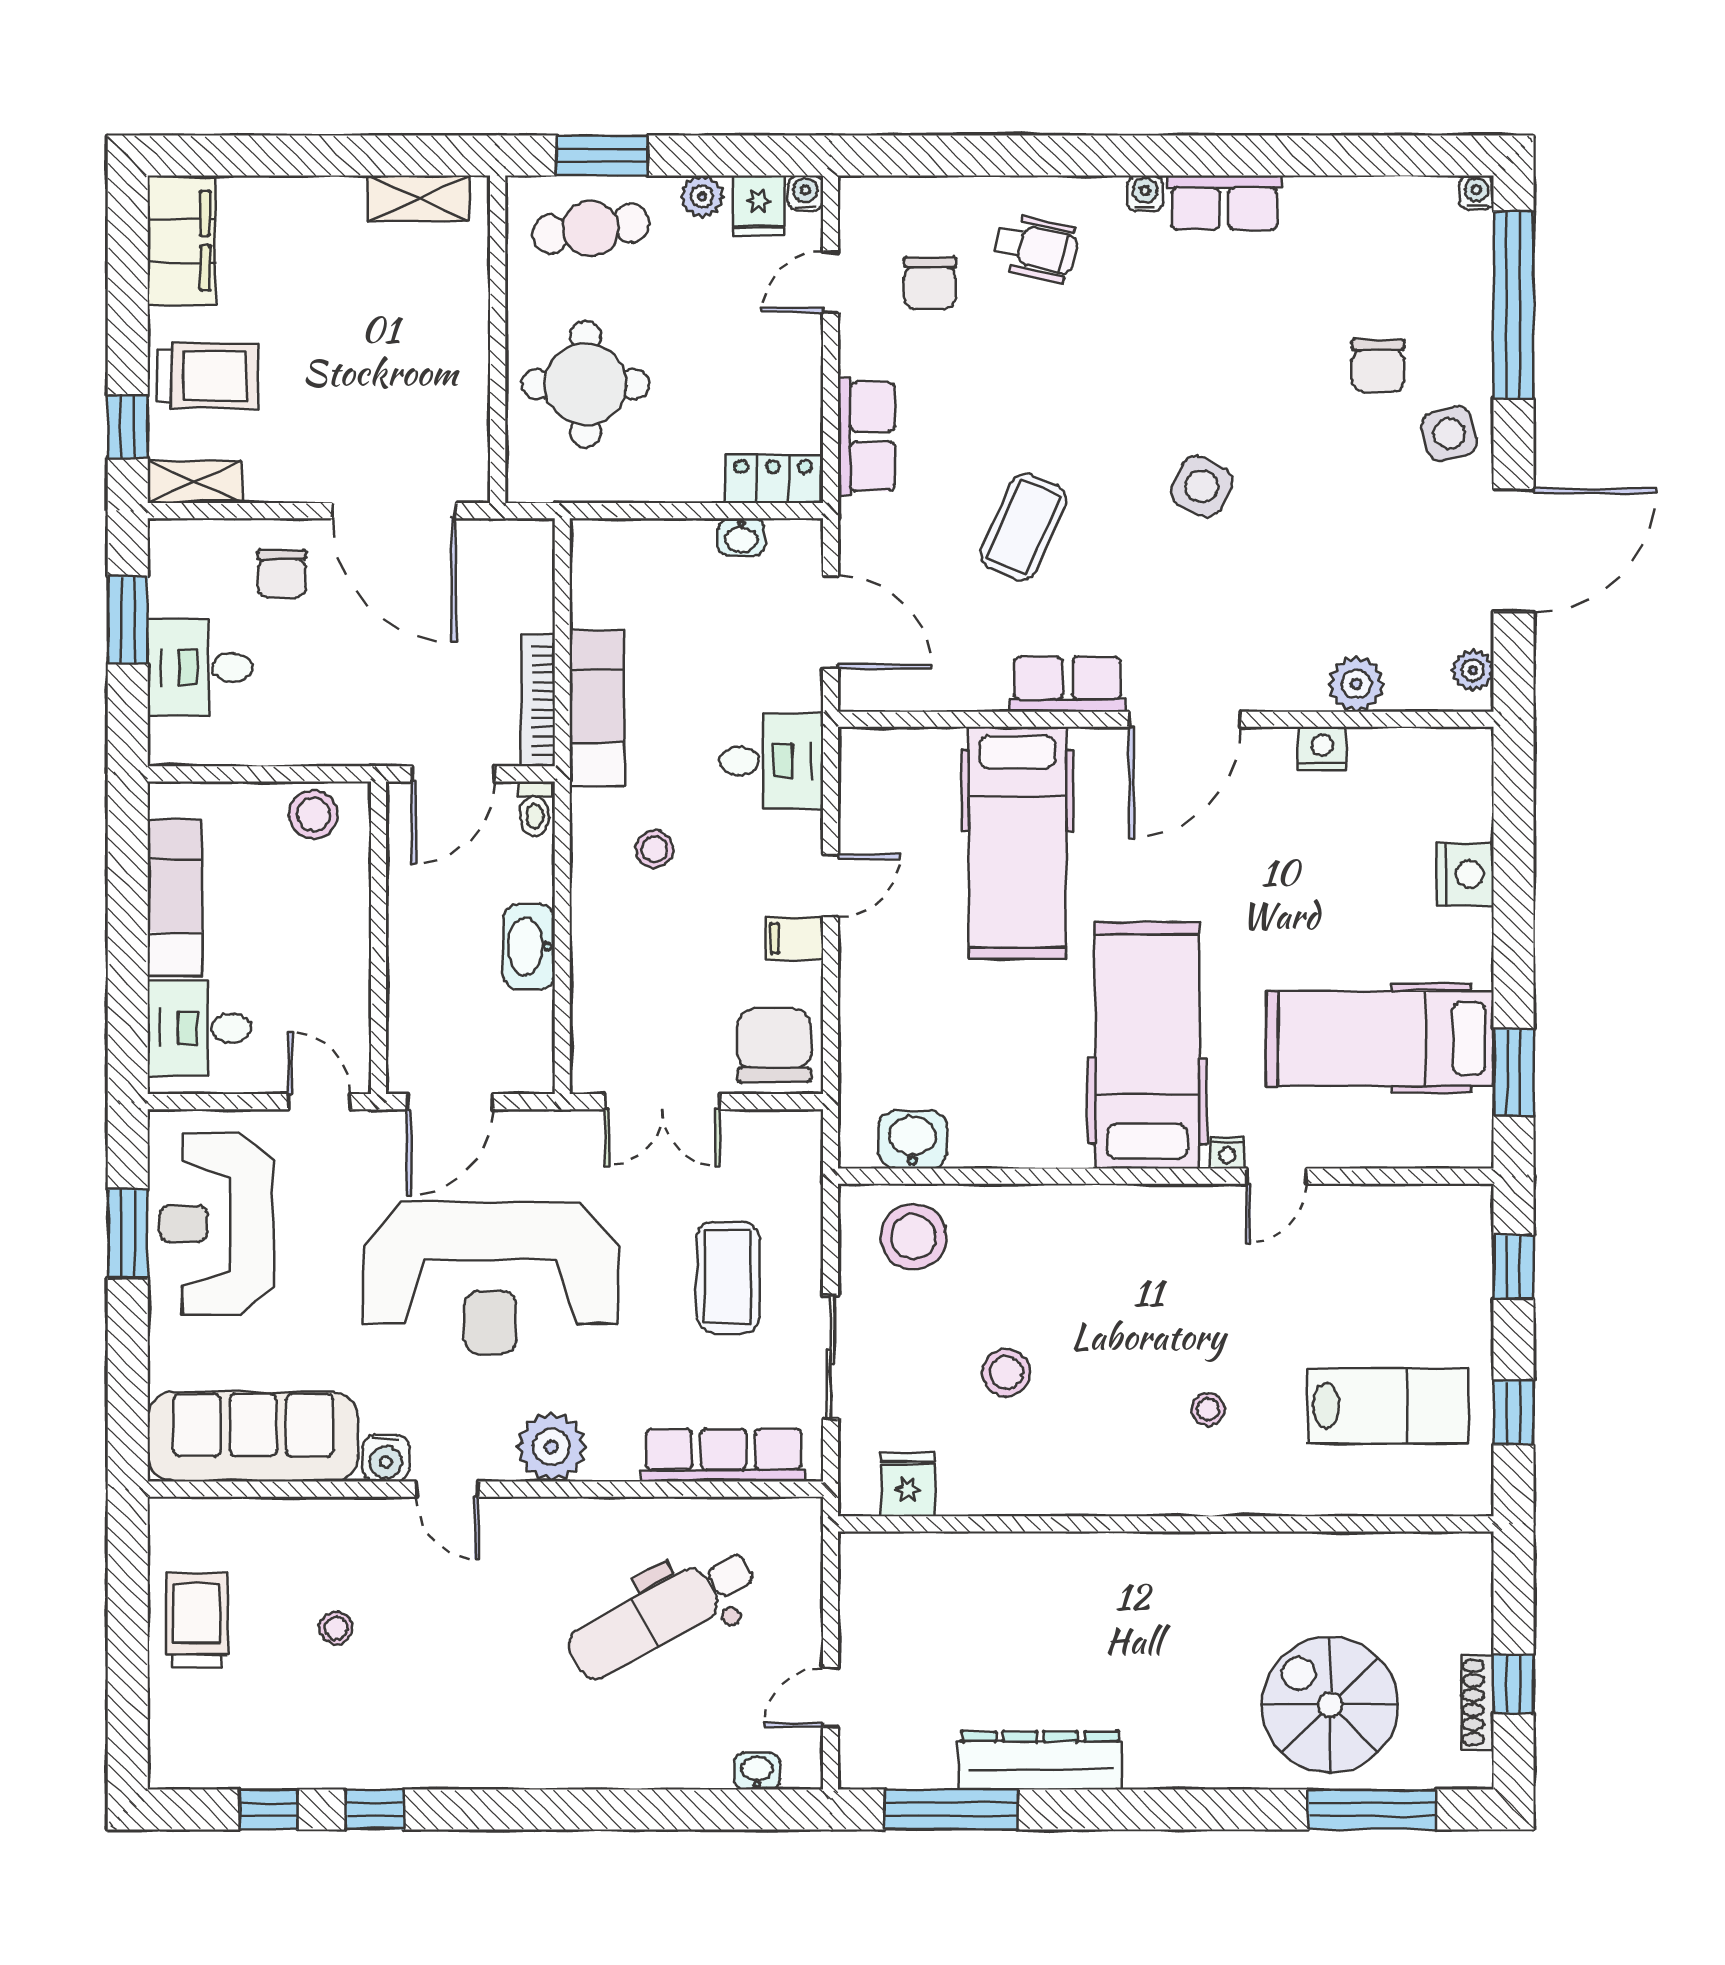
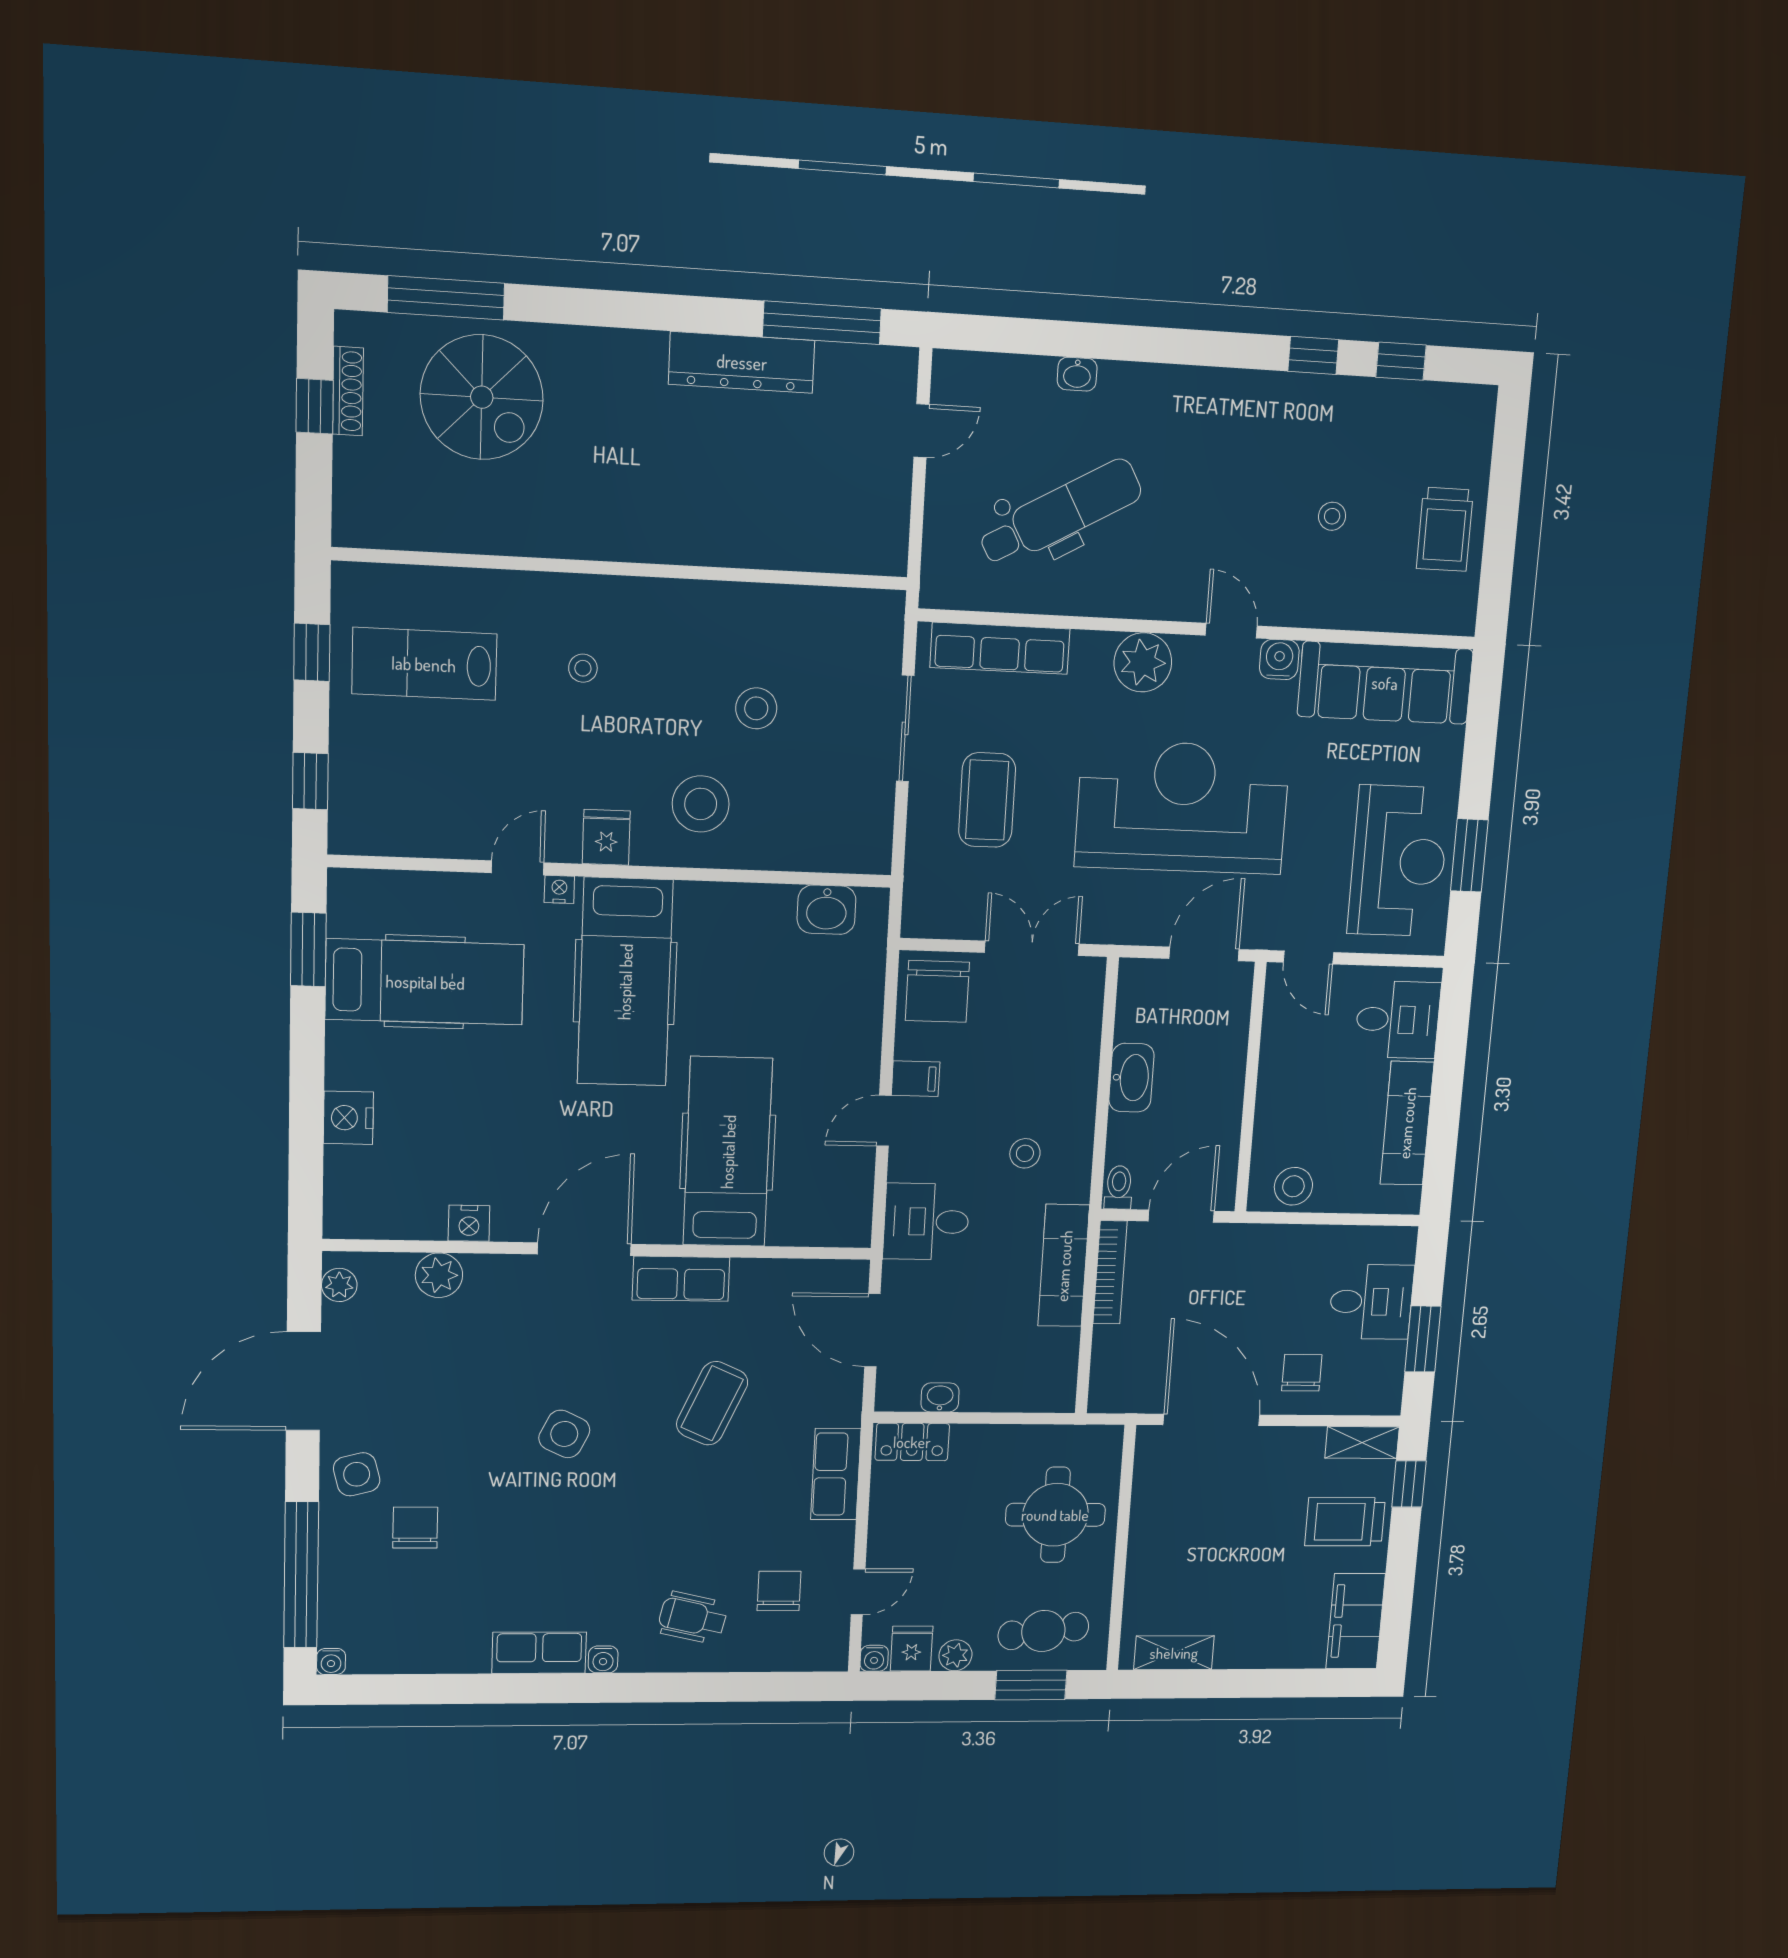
stool: (913, 1237) -> (701, 804), moved
fridge: (908, 1485) -> (606, 837), moved, turned 180
washbasin: (757, 1771) -> (1077, 374), moved

